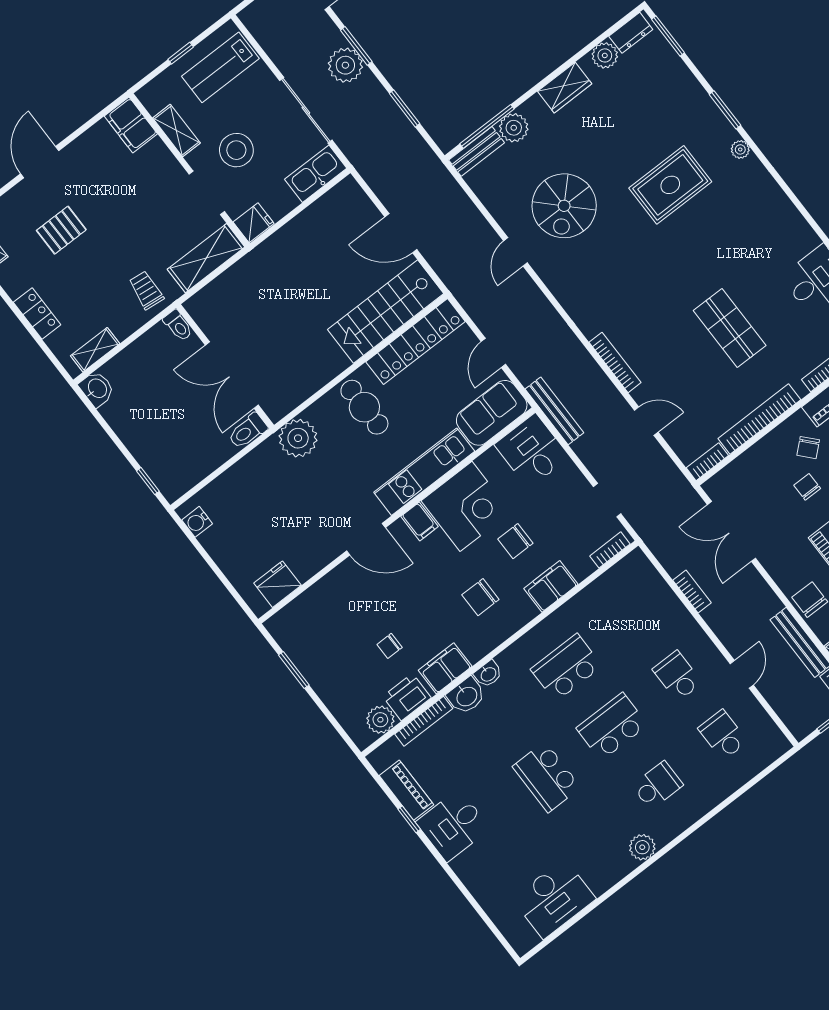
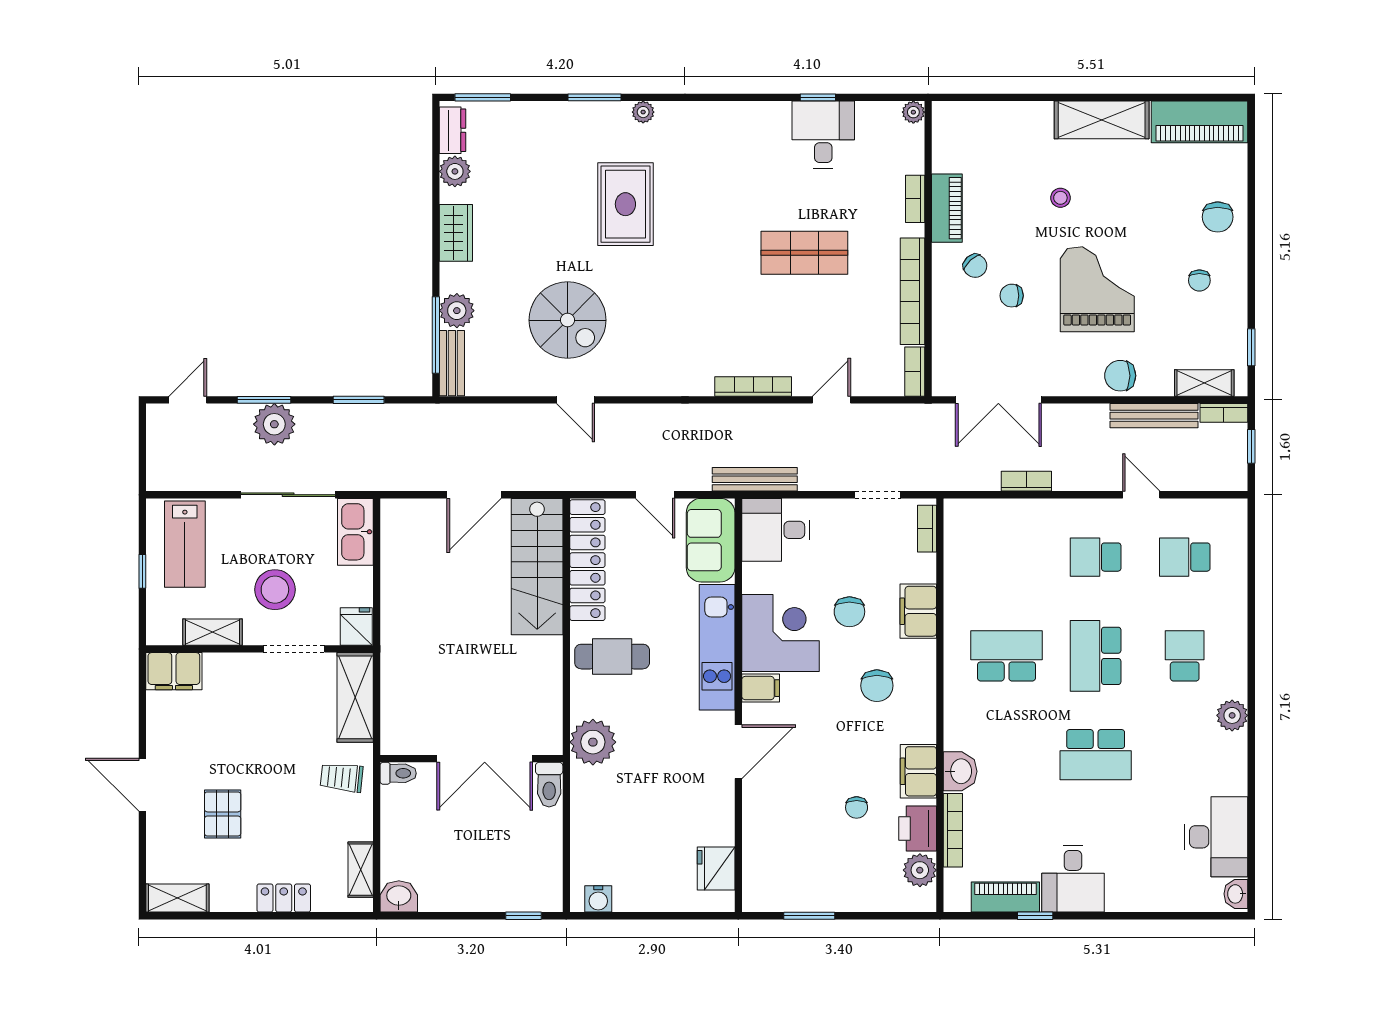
school desk: (566, 668) -> (1007, 656), turned 90
washbasin: (488, 674) -> (1236, 894), moved, turned 180

